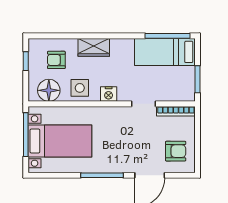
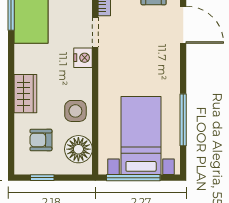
armchair: (56, 60) -> (41, 140), turned 90
nightstand: (109, 94) -> (83, 58), moved
window: (102, 175) -> (183, 120), moved

